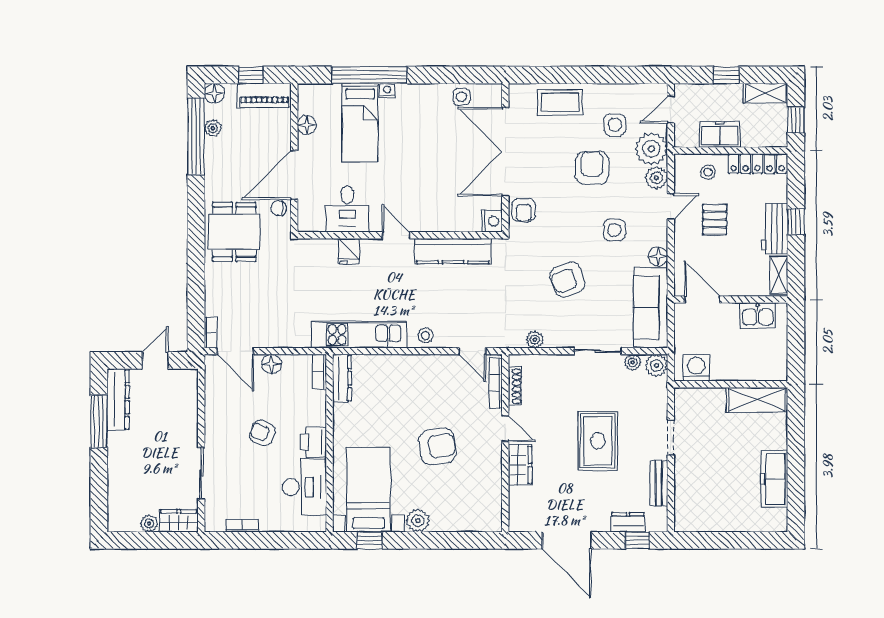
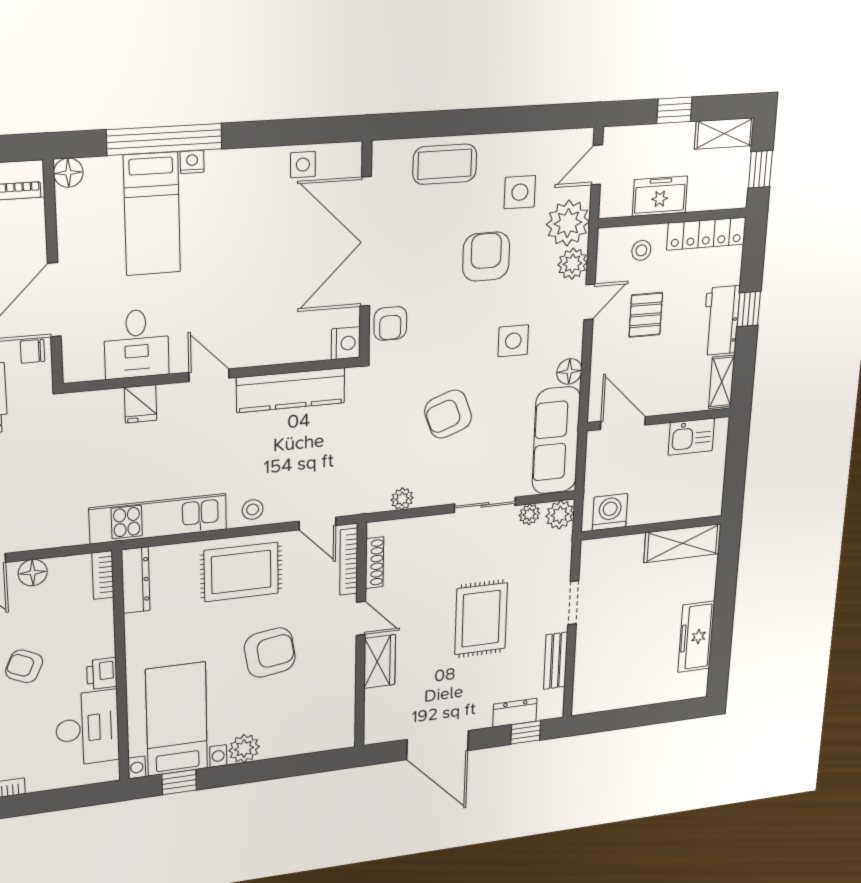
floor lamp: (307, 125) -> (68, 173), moved
rug: (417, 381) -> (241, 572), added
printer: (314, 442) -> (102, 674), width x0.73, depth x0.81

